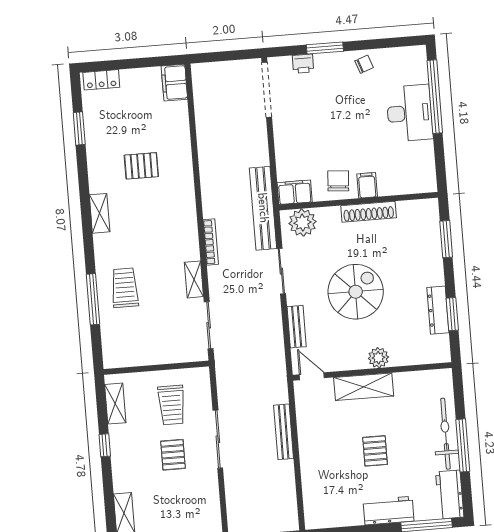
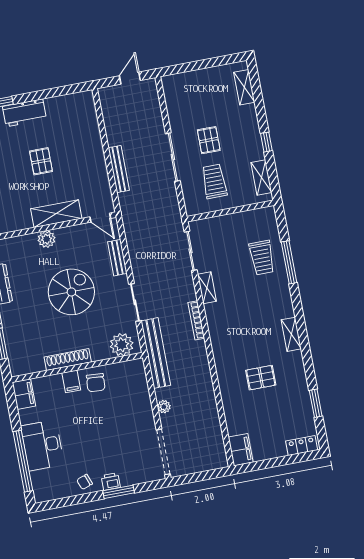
printer: (303, 64) -> (111, 481), moved
plant: (260, 144) -> (164, 407), added
filing cabinet: (295, 192) -> (24, 394), moved, turned -90
trolley: (125, 288) -> (262, 258), moved
spiral stairs: (356, 292) -> (71, 292), turned 180

